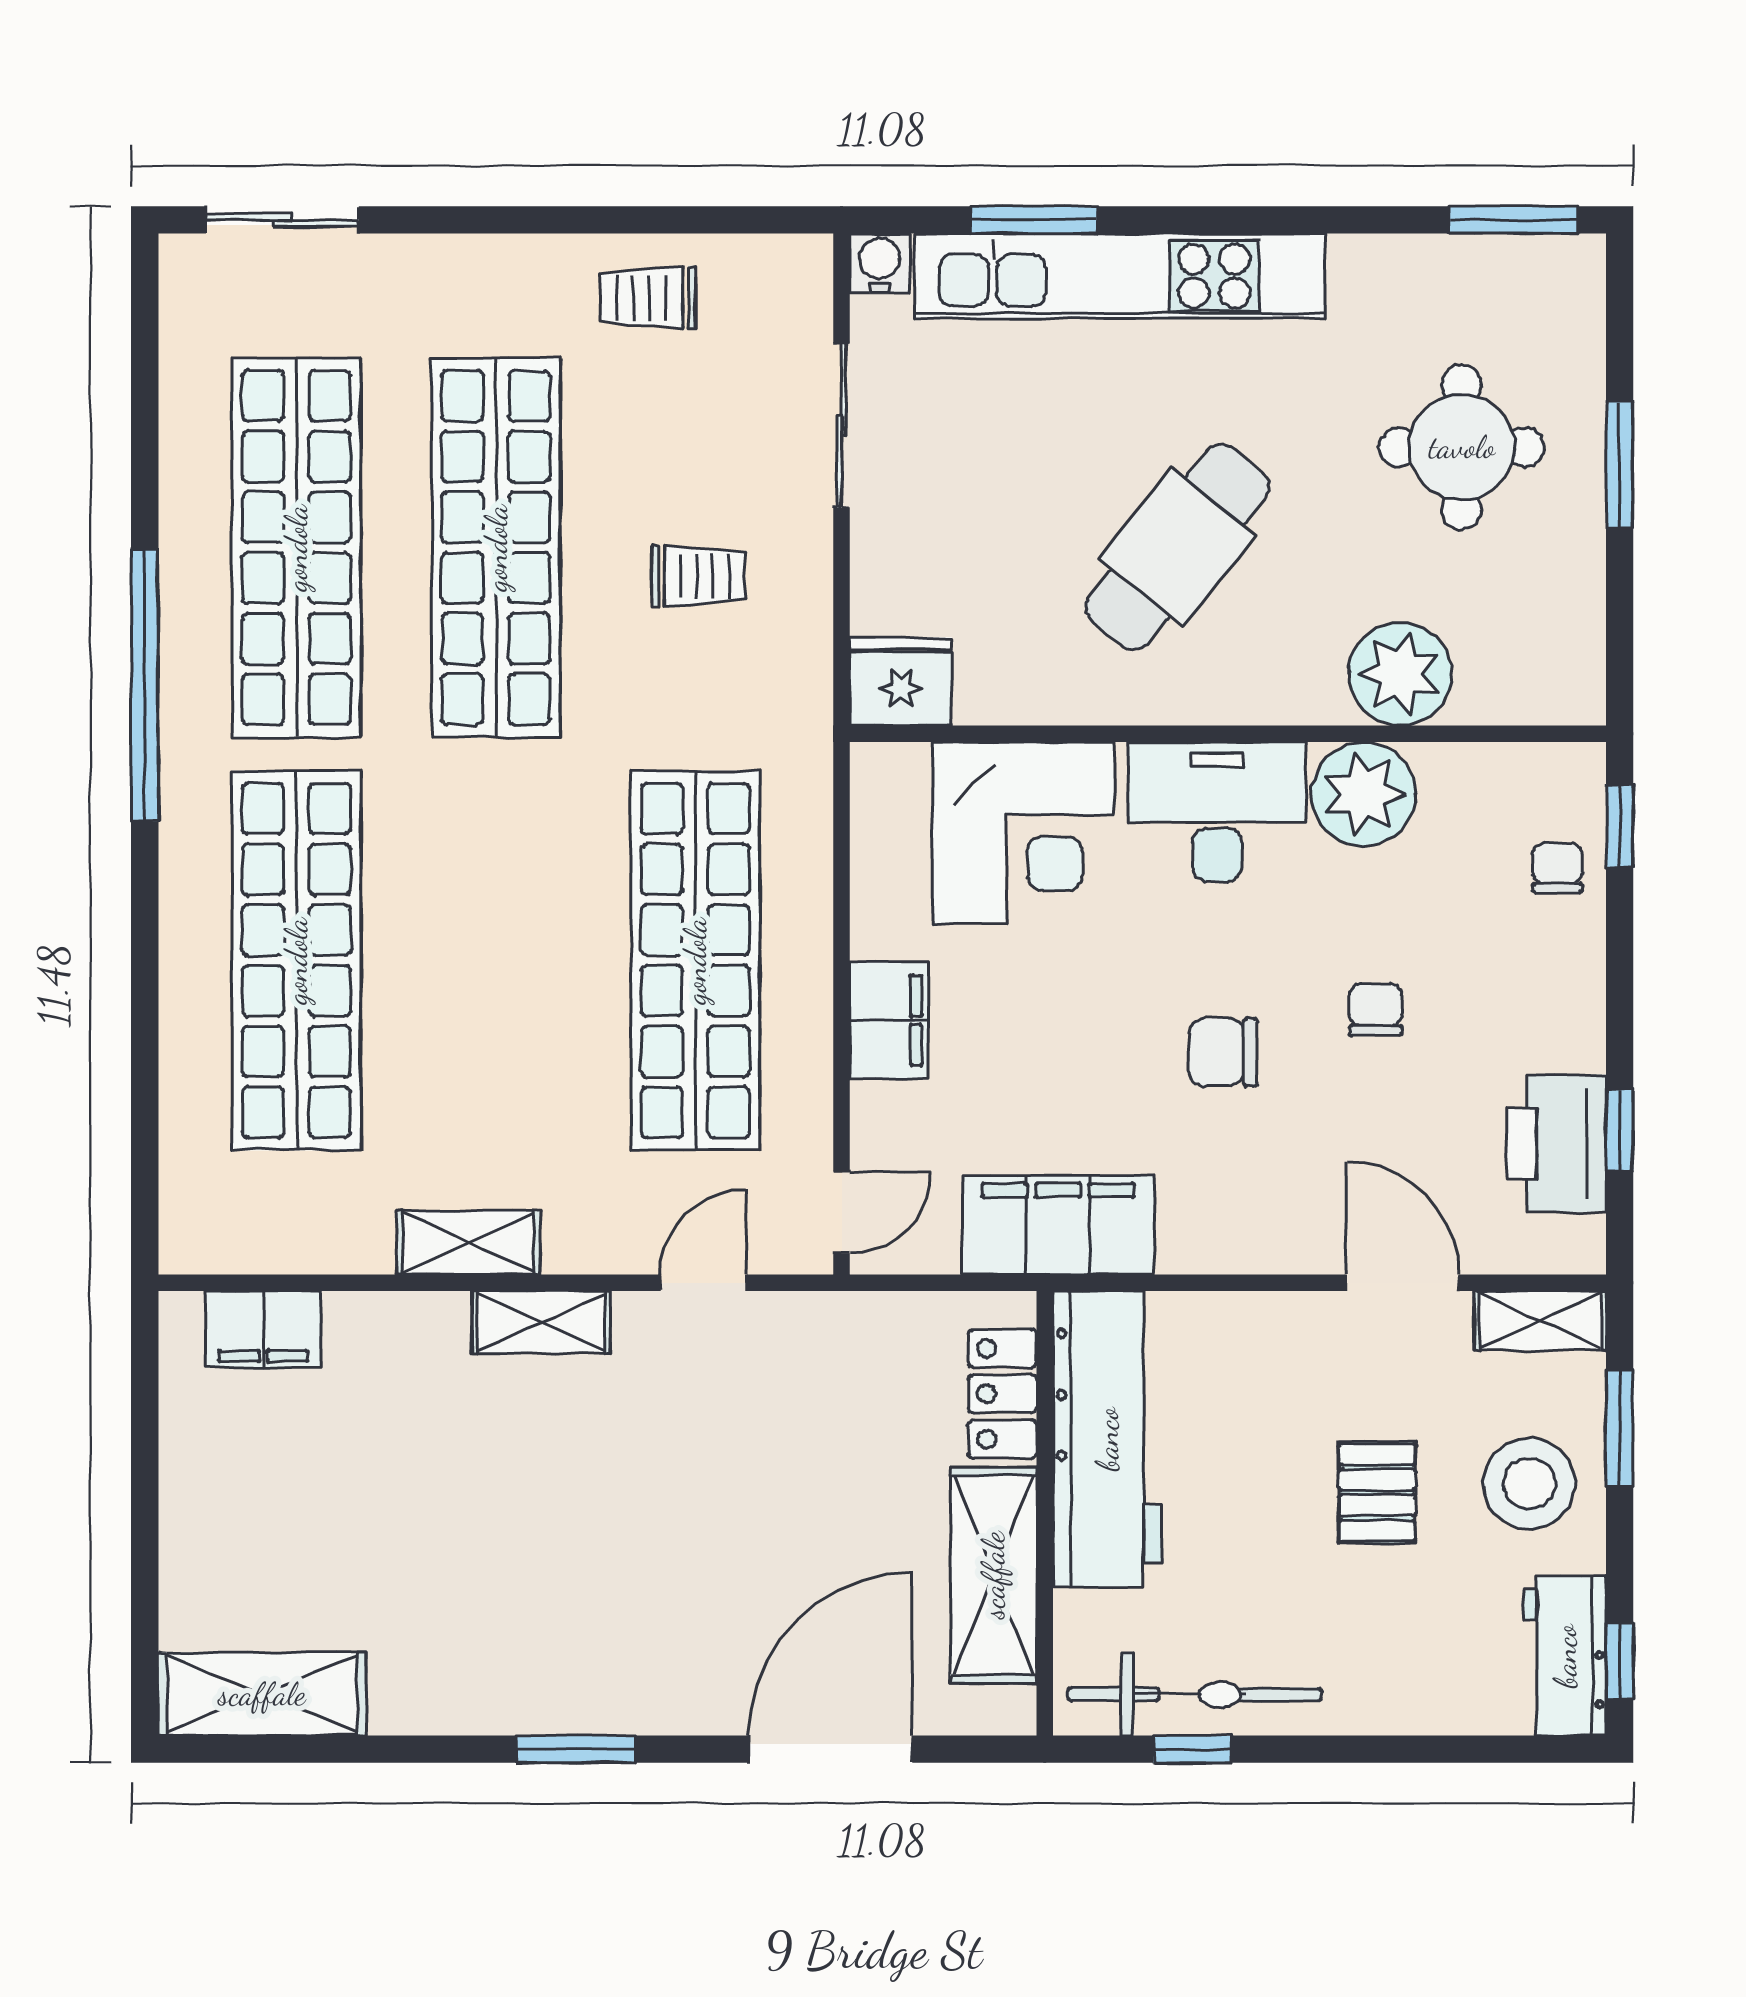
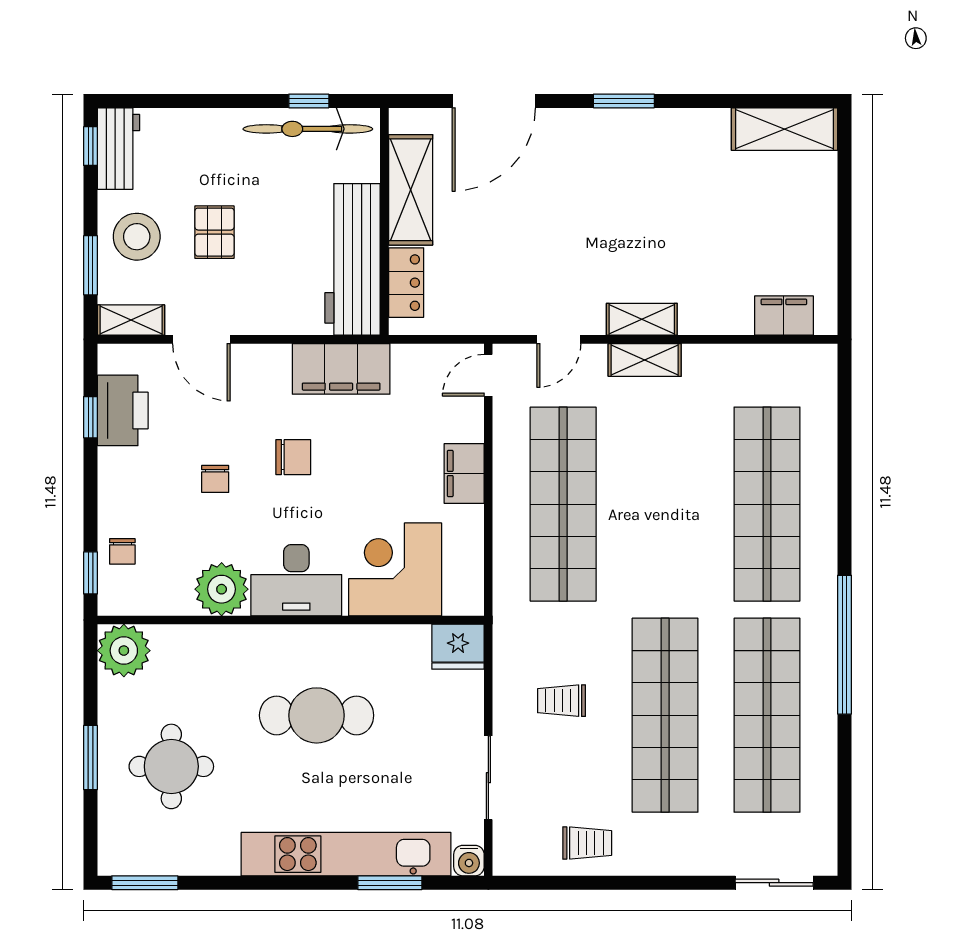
cafe table: (1177, 547) -> (317, 715), turned 51
plant: (1400, 674) -> (124, 651), moved
filing cabinet: (1058, 1225) -> (341, 369), moved
shelving: (468, 1242) -> (645, 360), moved

